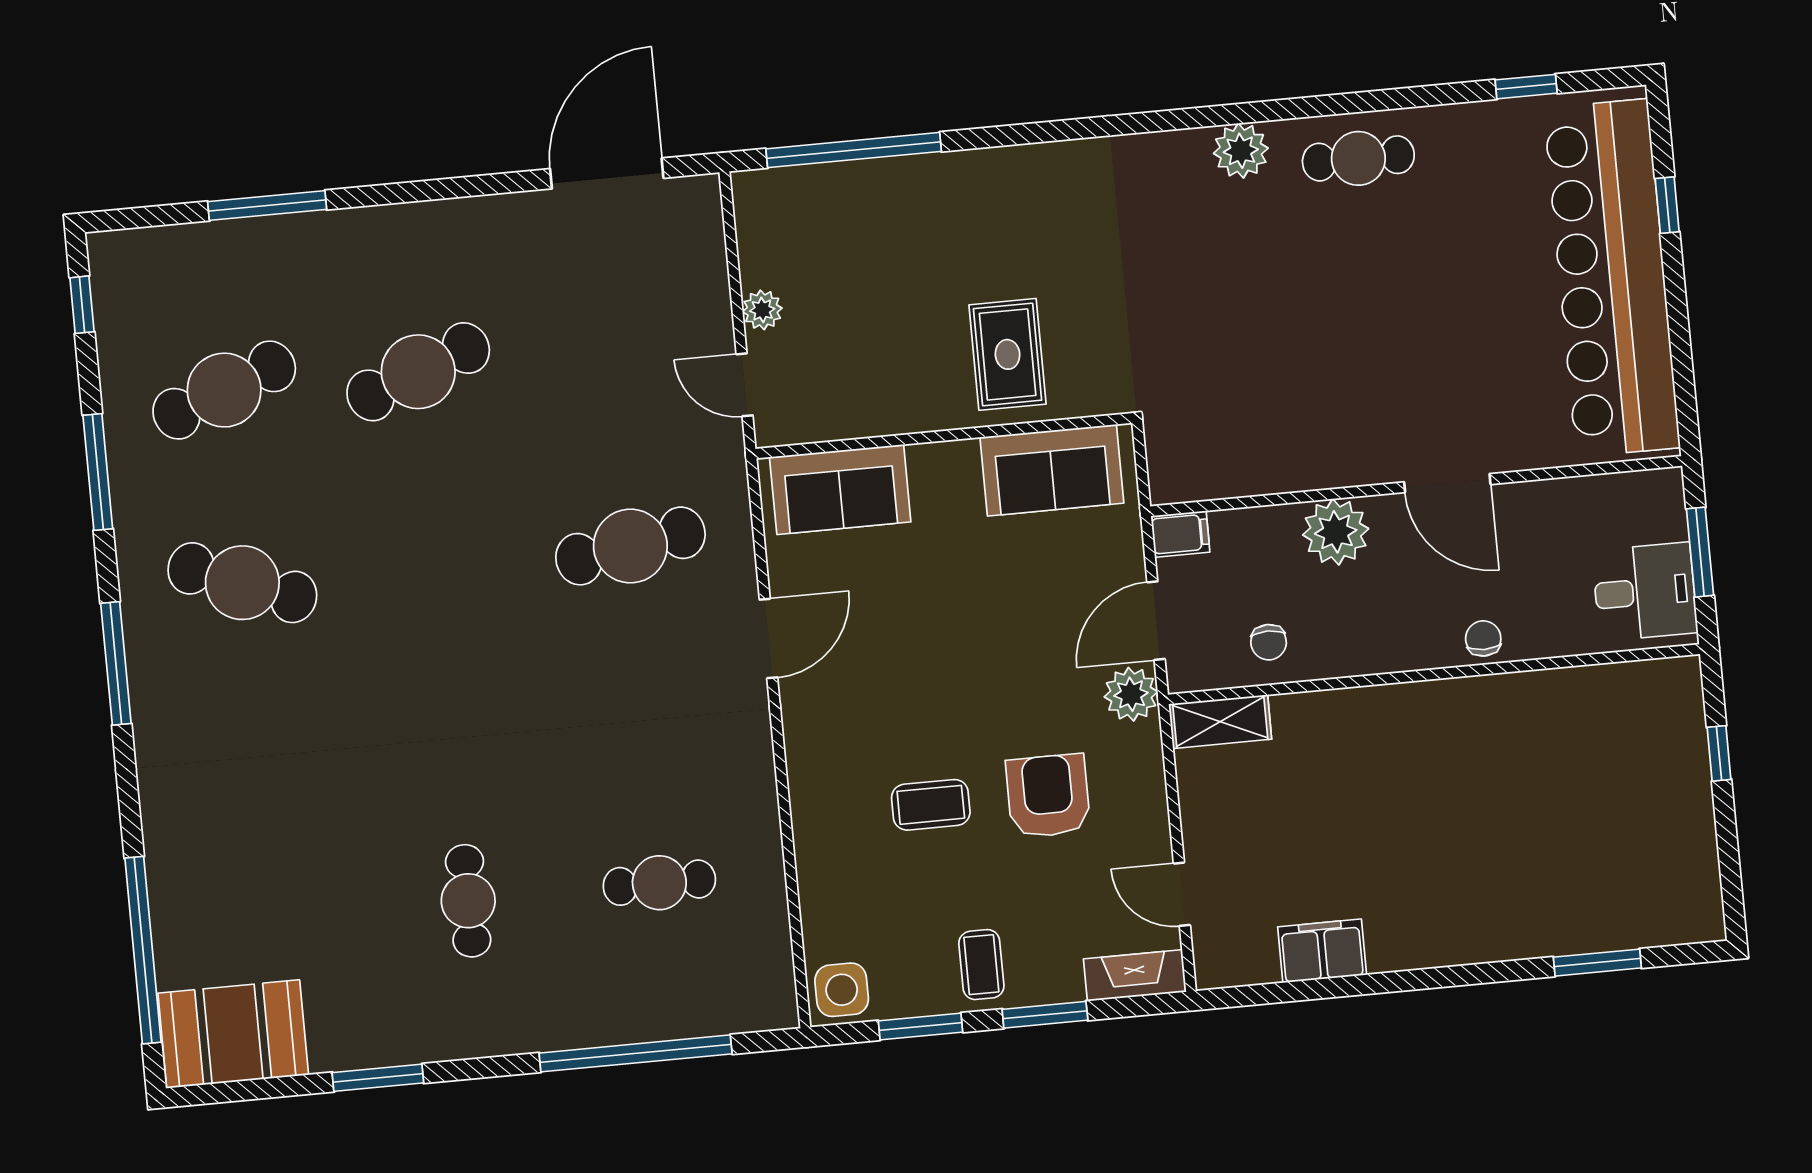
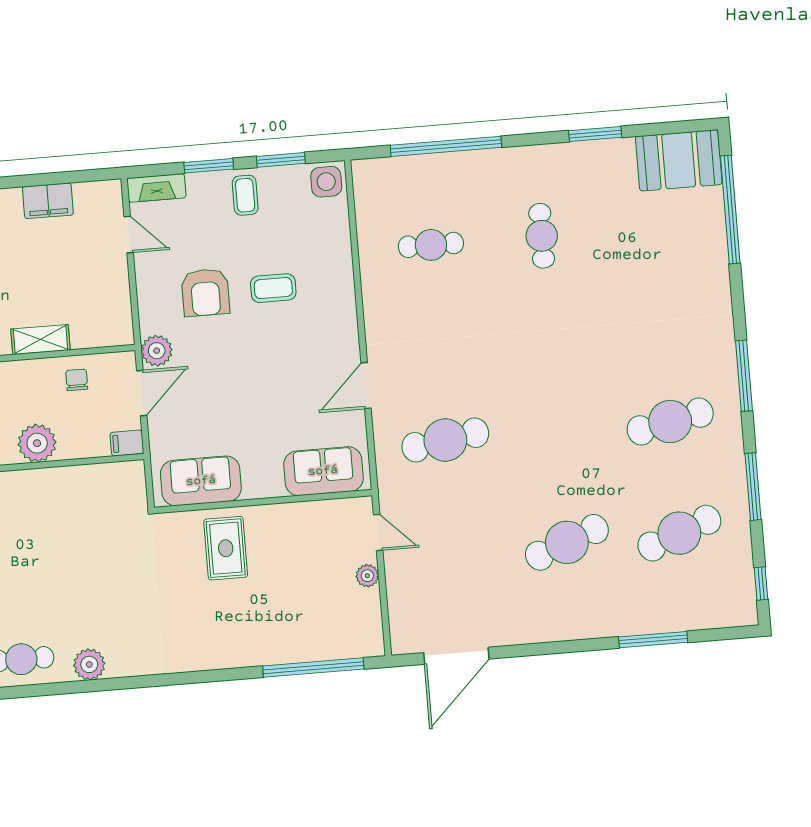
cafe table: (242, 583) -> (670, 422), turned -33
shelving: (1220, 722) -> (41, 339), moved

